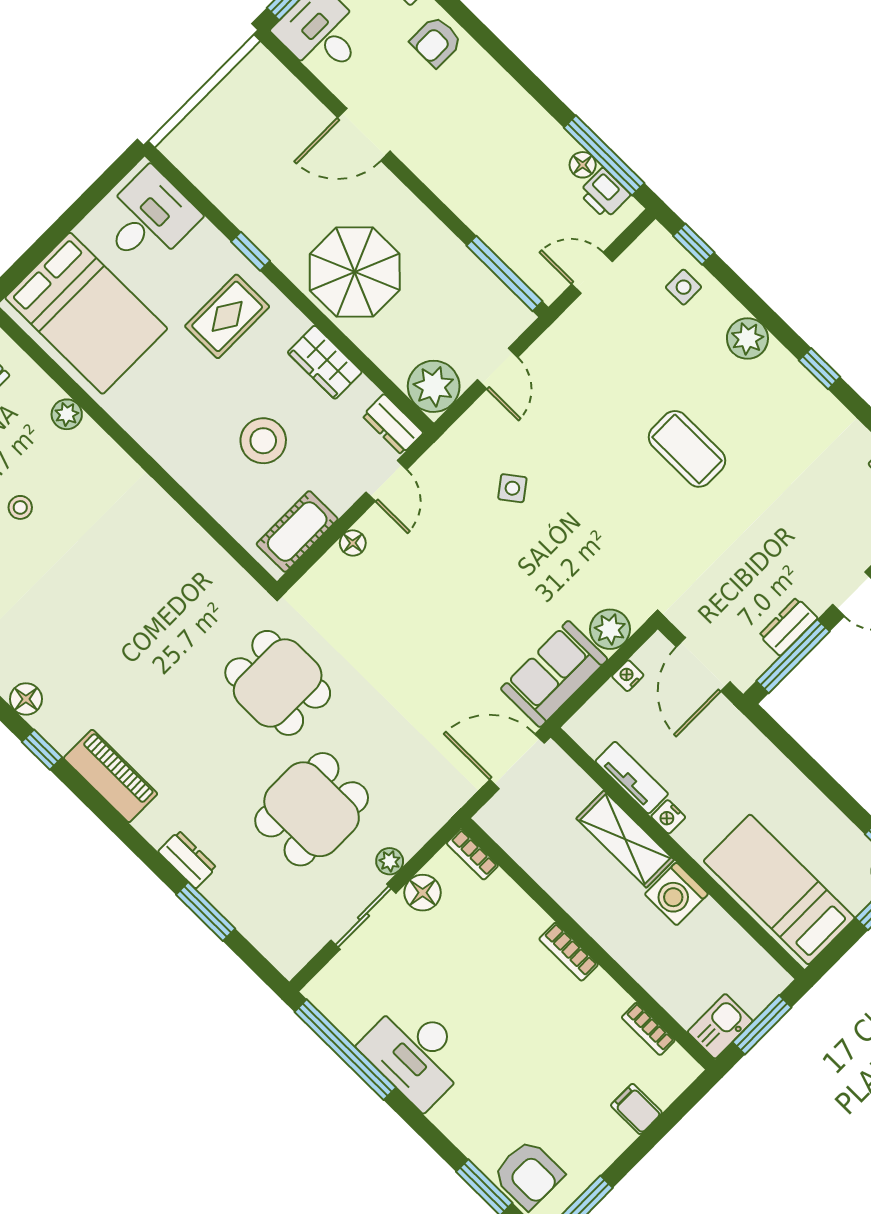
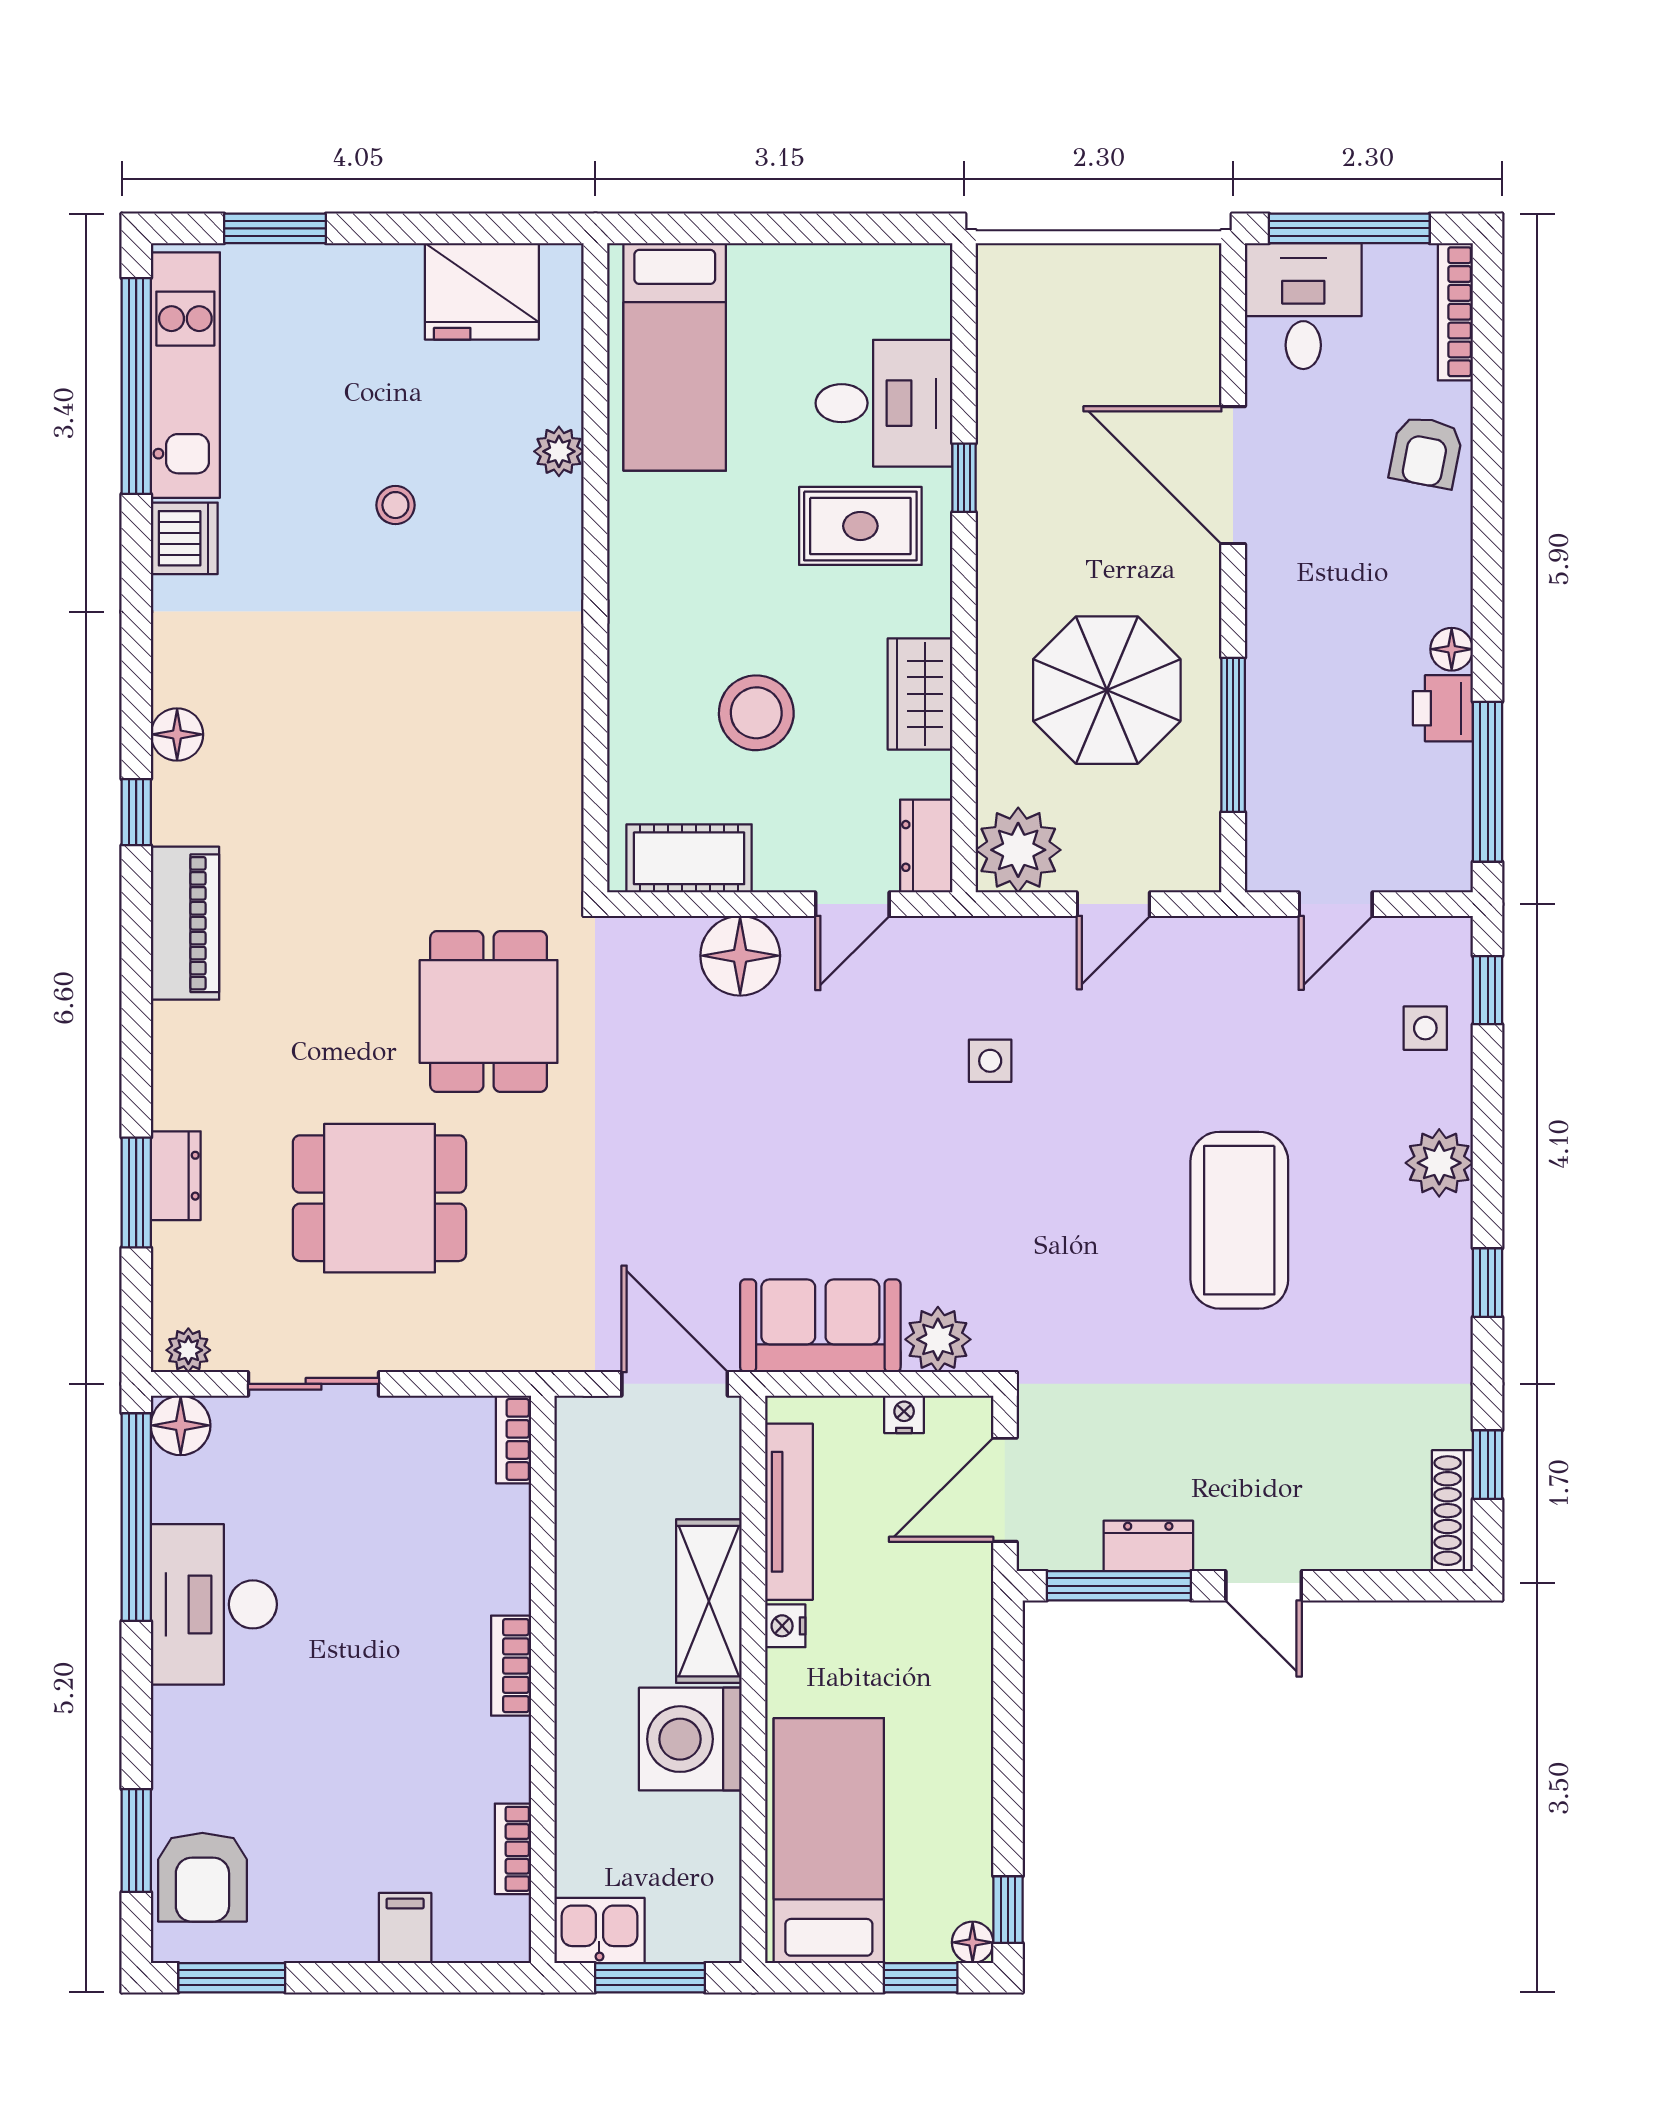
armchair: (436, 42) -> (1426, 452), turned -79
door: (364, 134) -> (1233, 475), width x1.36
floor lamp: (583, 165) -> (1452, 649), moved
printer: (604, 194) -> (1443, 708), moved
desk: (148, 218) -> (884, 403), moved
parasol: (355, 272) -> (1107, 690), moved
window: (504, 273) -> (1233, 735), moved
door: (592, 273) -> (1336, 904), swing flipped
bed: (86, 313) -> (675, 357), width x0.67
coffee table: (687, 449) -> (1239, 1220), width x1.36, depth x1.32
side table: (512, 488) -> (990, 1061), turned 37
floor lamp: (353, 543) -> (740, 956), width x1.89, depth x1.89
tv unit: (632, 778) -> (789, 1512), width x1.41
dresser: (187, 860) -> (176, 1176), moved
plant: (390, 861) -> (188, 1350), moved
floor lamp: (423, 893) -> (181, 1425), moved
washing machine: (676, 894) -> (690, 1739), width x1.37, depth x1.37

